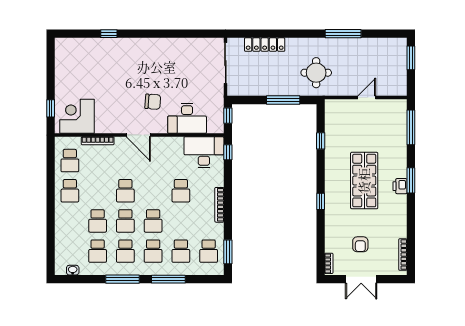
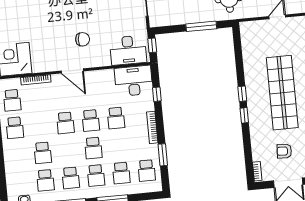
desk: (187, 118) -> (128, 50), moved
window: (321, 141) -> (242, 94), moved
window: (228, 152) -> (157, 94), moved
shop shelf: (364, 181) -> (282, 93), width x1.40
school desk: (125, 221) -> (91, 120), moved
armchair: (360, 244) -> (284, 151), turned 93
window: (228, 252) -> (163, 155), moved

